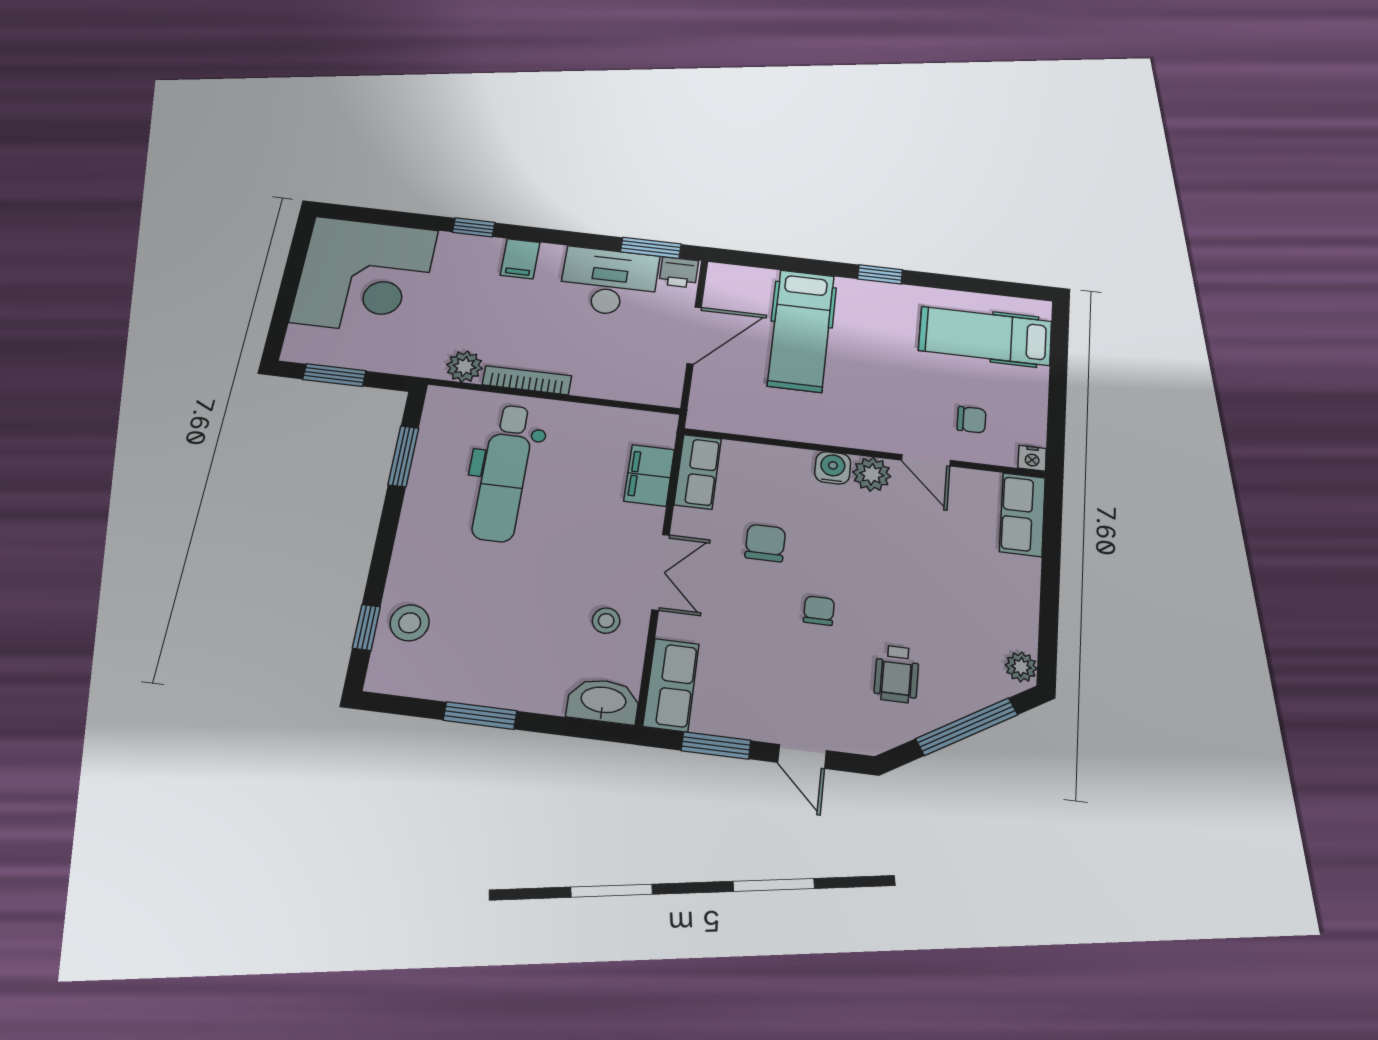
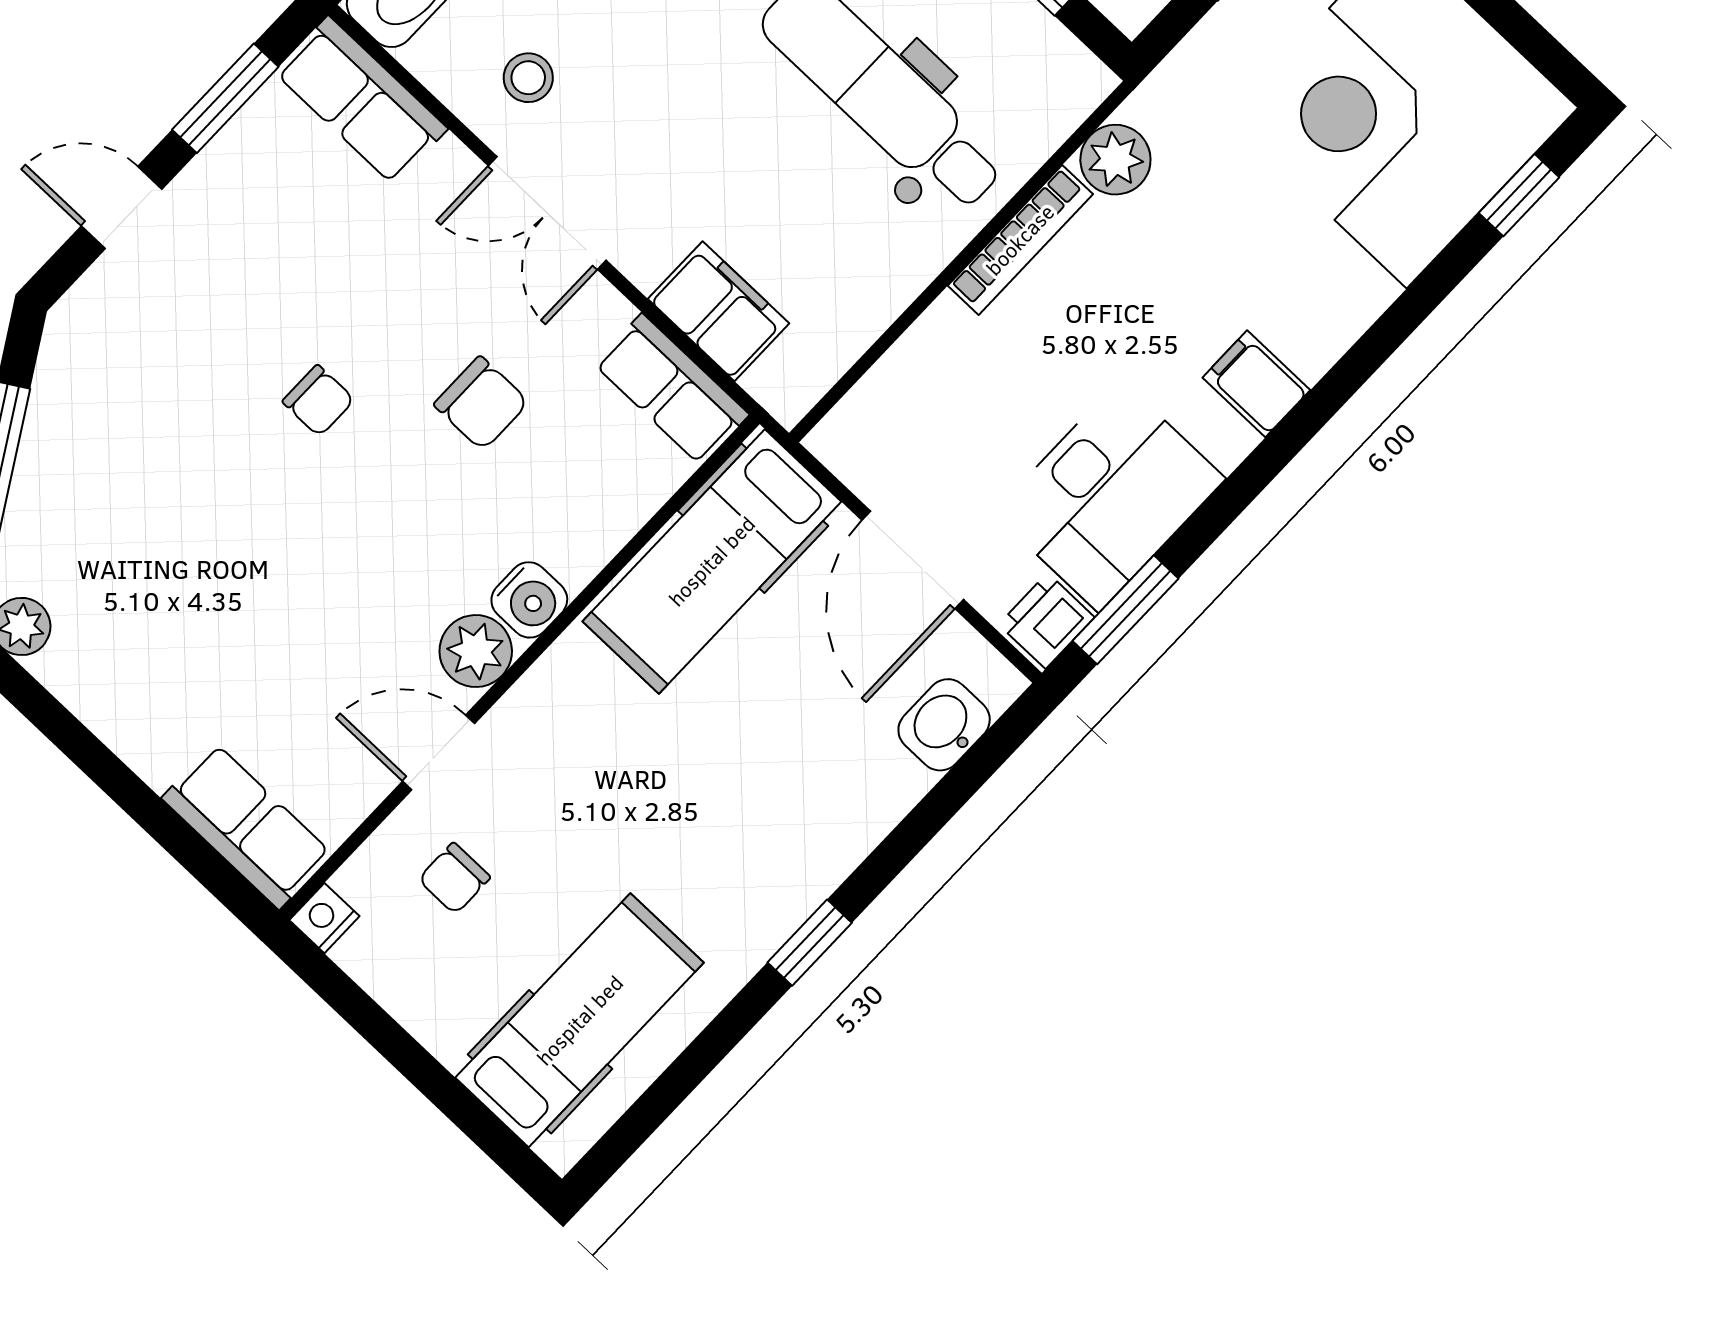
window: (474, 227) -> (1519, 195), moved
washbasin: (752, 282) -> (944, 725), added
hospital bed: (801, 330) -> (712, 561), moved, turned -90
wheelchair: (897, 674) -> (142, 438), removed

